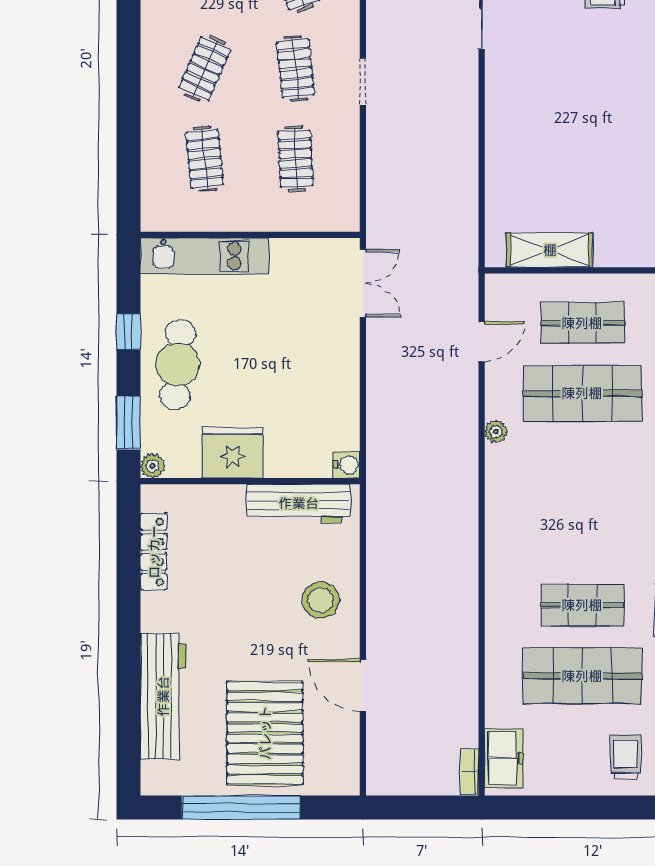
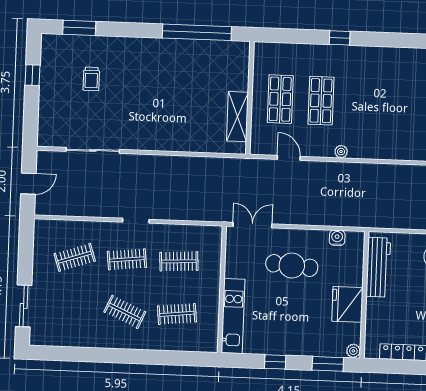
cafe table: (178, 364) -> (292, 266), moved
shop shelf: (582, 393) -> (321, 101), width x0.70, depth x0.74
water cooler: (347, 465) -> (337, 238), moved

